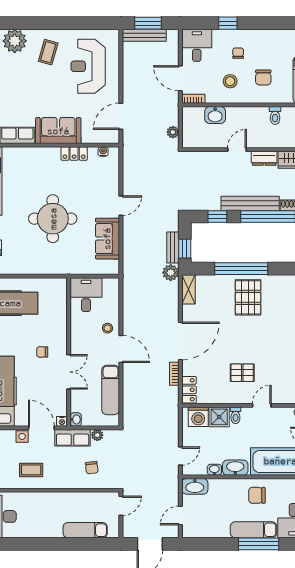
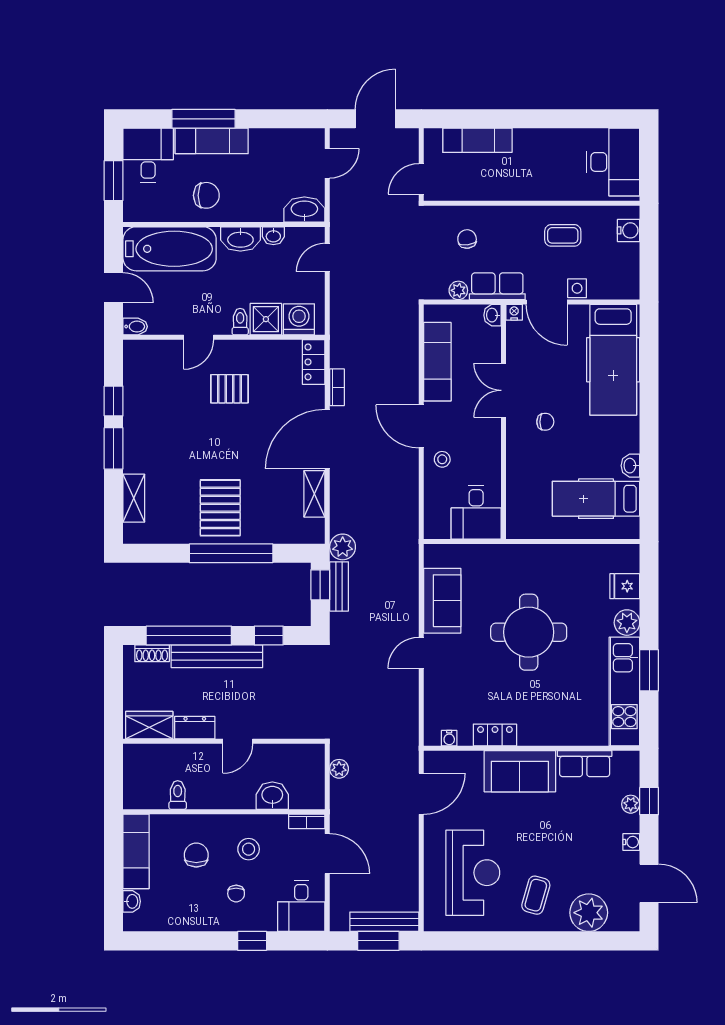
shelving: (188, 289) -> (314, 494), moved

